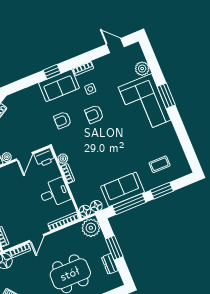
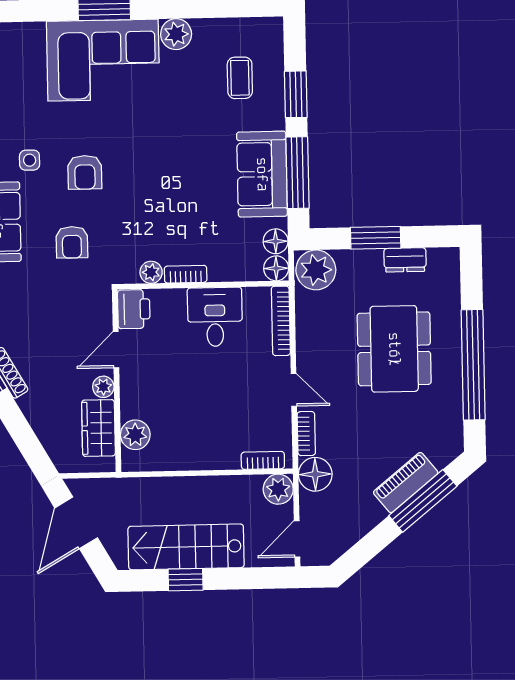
plant: (142, 69) -> (176, 34), moved
door: (24, 156) -> (116, 350), swing flipped

